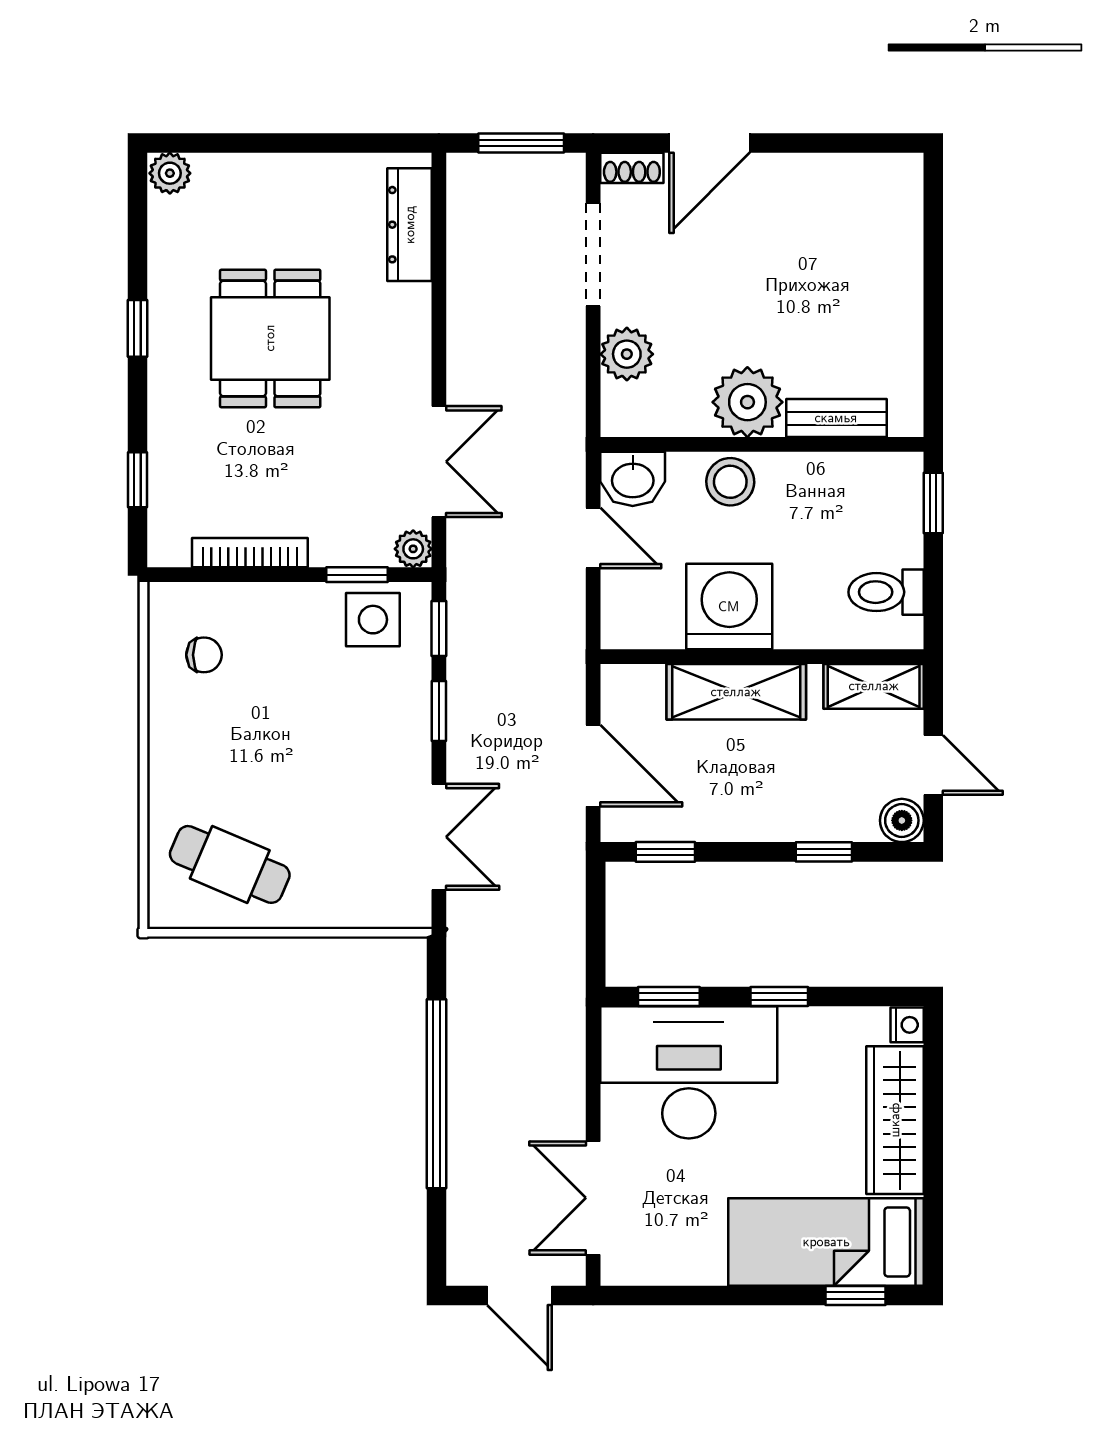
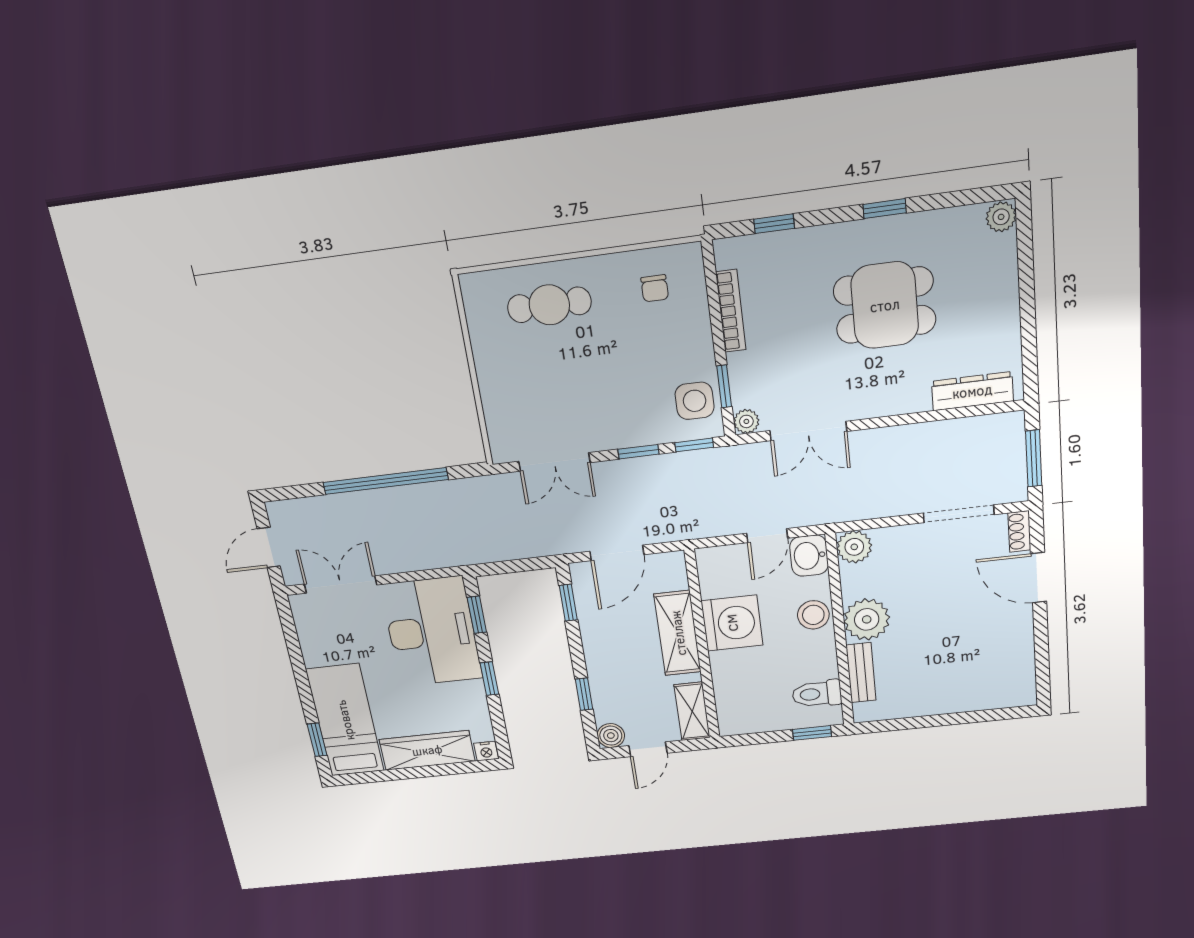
plant: (627, 354) -> (854, 547), moved
toilet: (886, 592) -> (817, 694), moved, turned -90
cafe table: (230, 864) -> (549, 305), moved, turned 67

